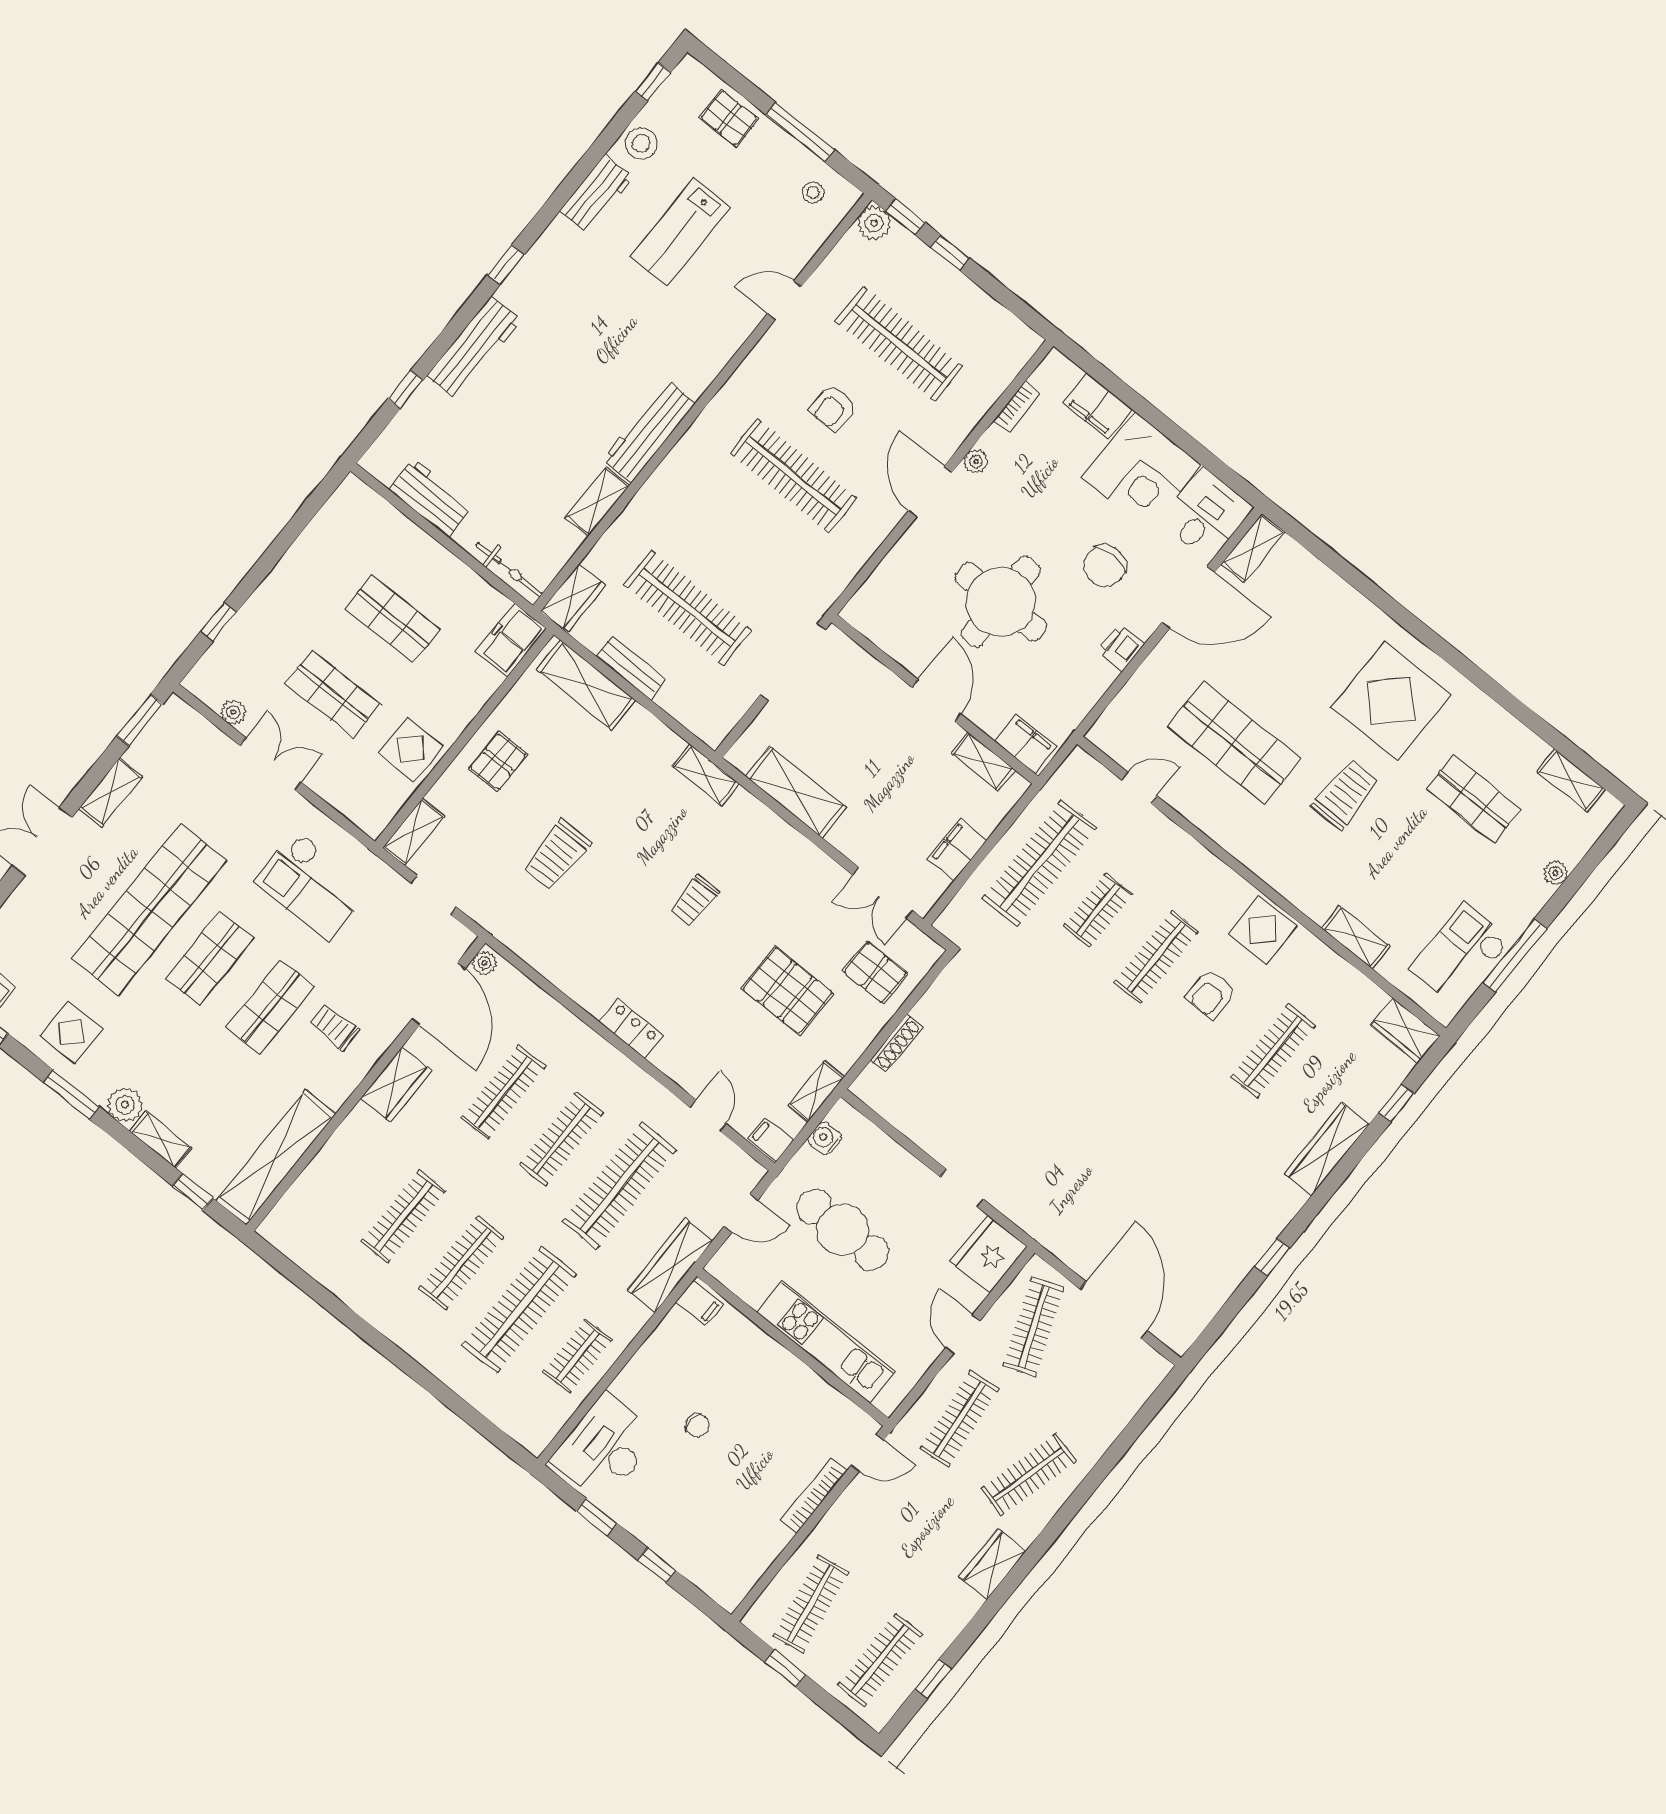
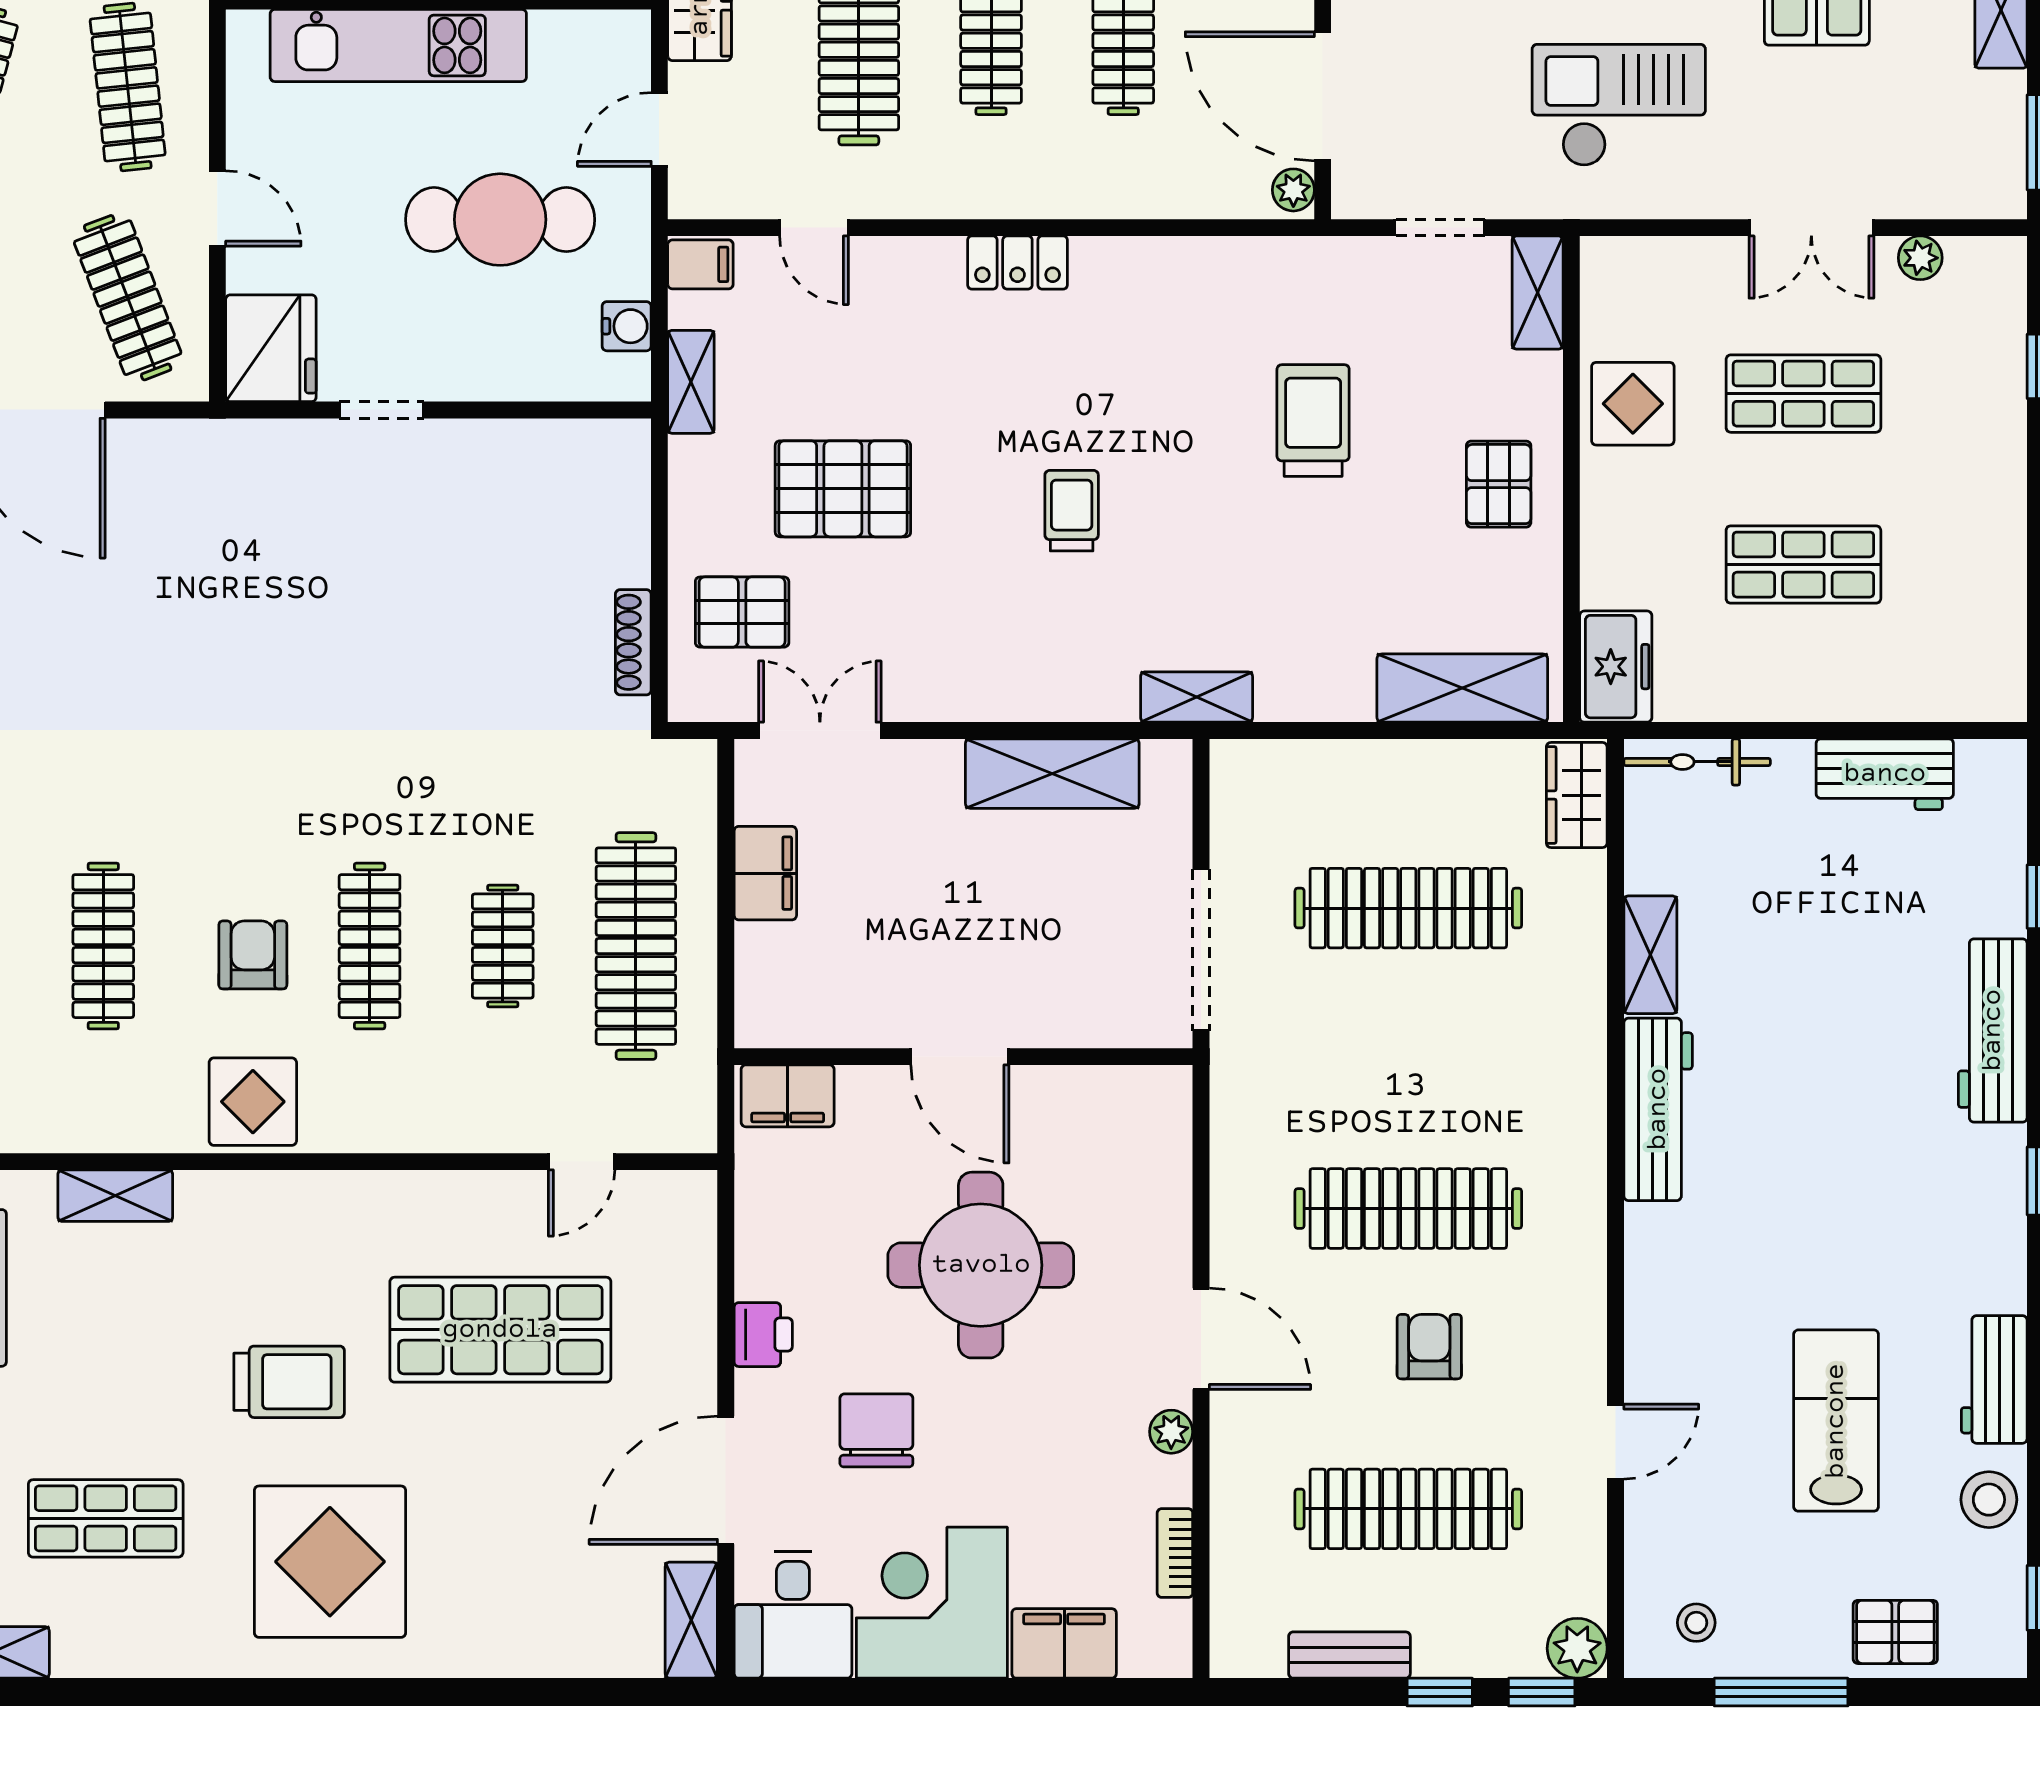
bench: (631, 668) -> (1349, 1655), moved
shelving: (983, 761) -> (828, 1024), removed
trolley: (1345, 794) -> (289, 1382), turned -90
shoe rack: (897, 1043) -> (633, 642), moved

